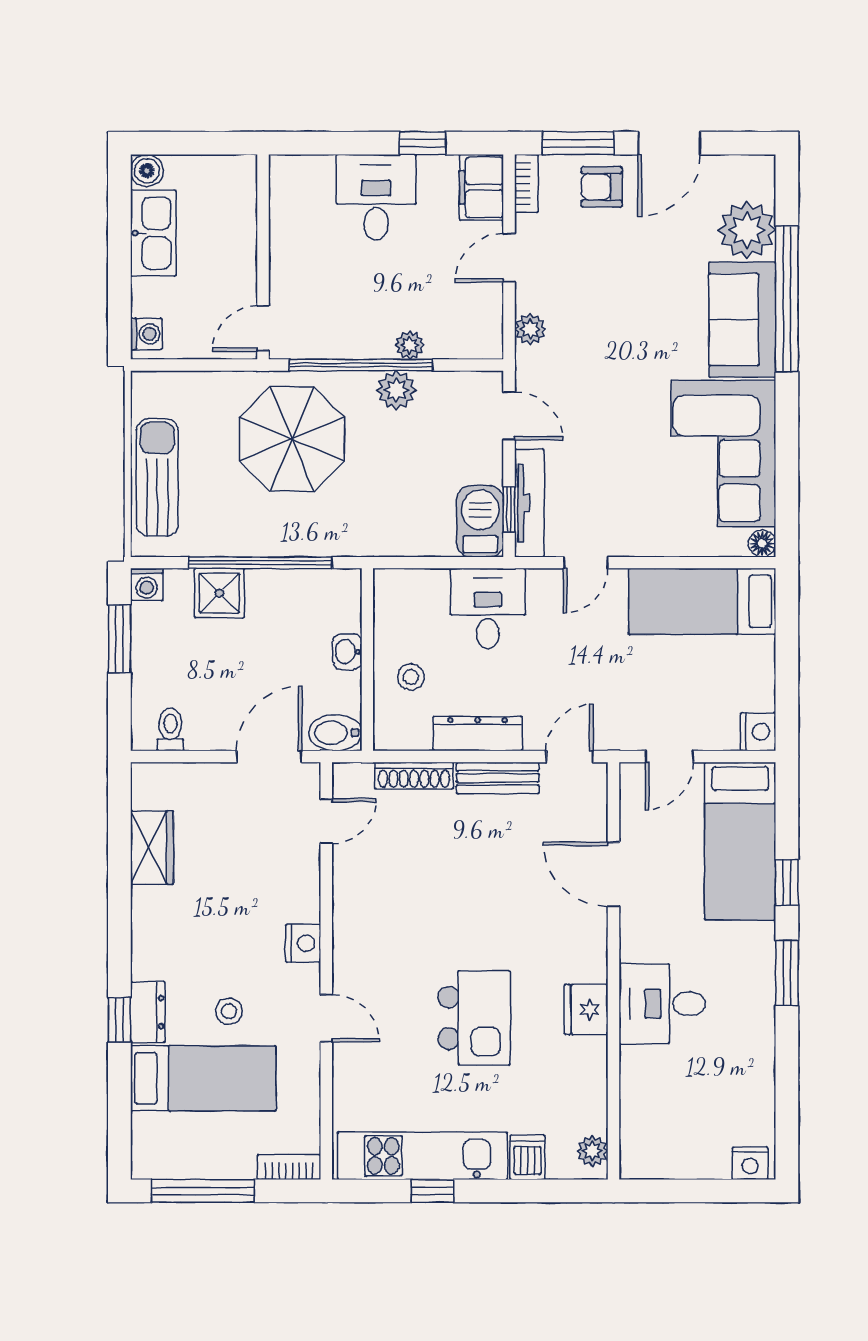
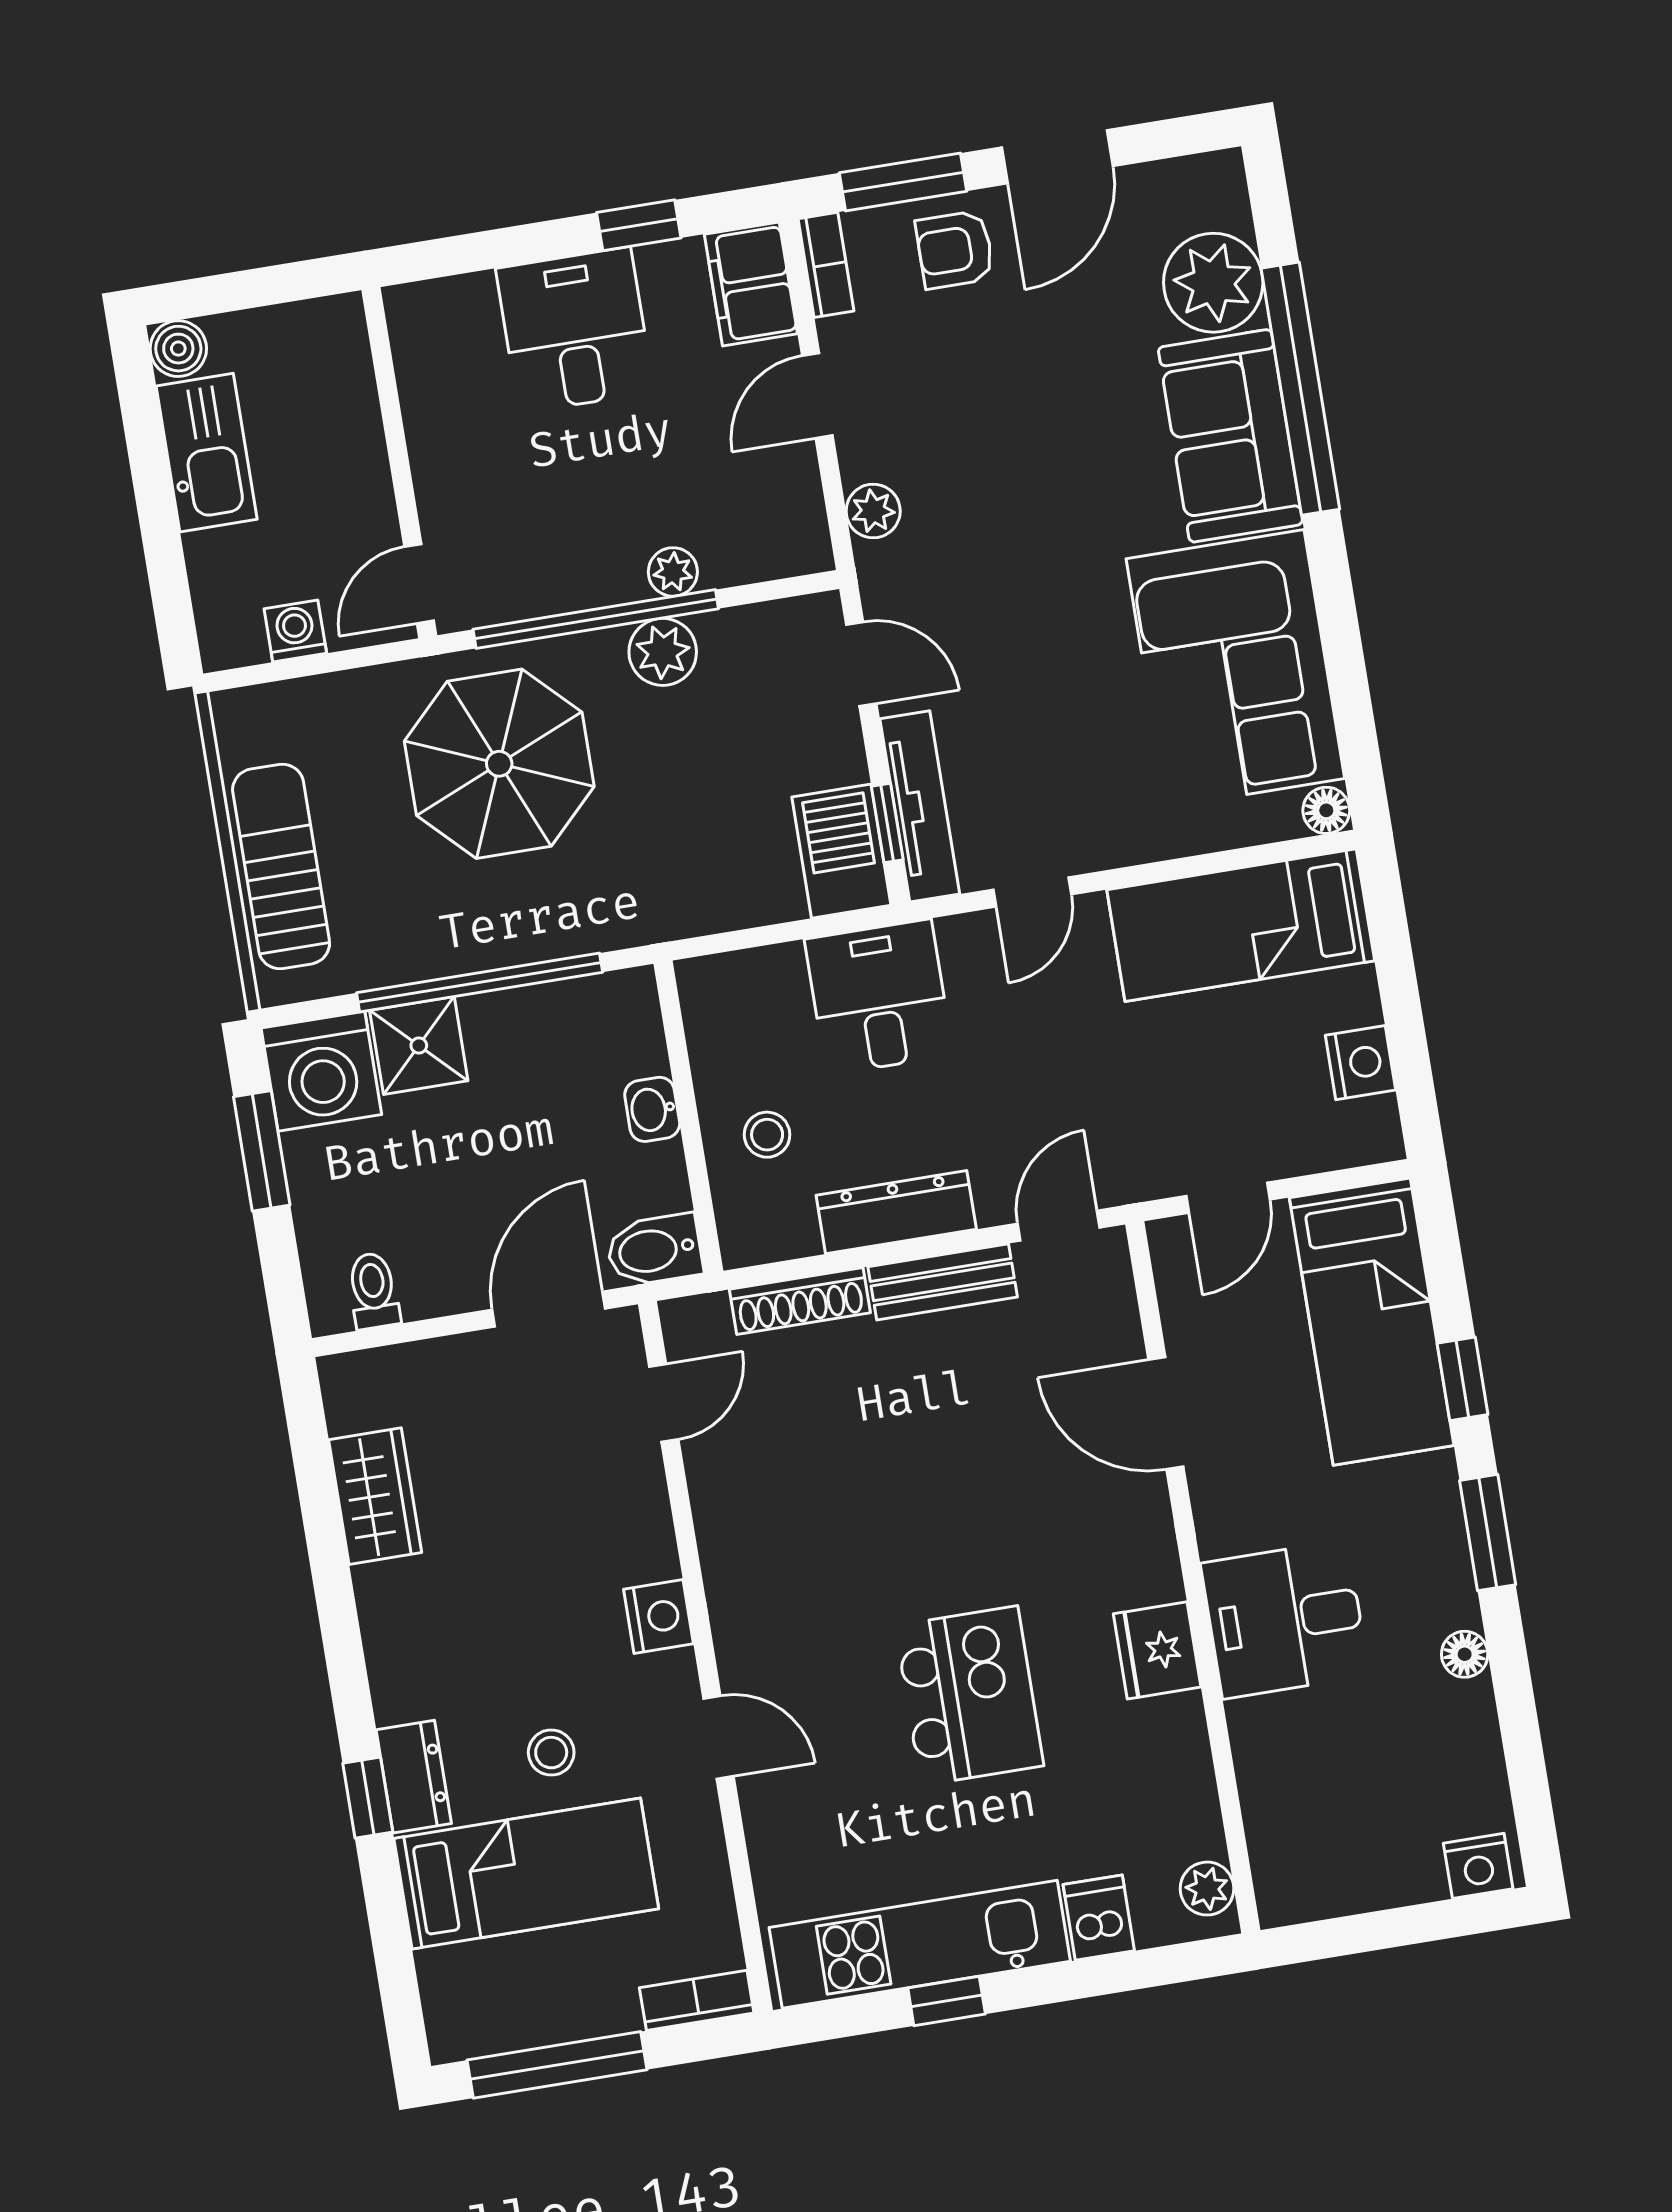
washing machine: (146, 334) -> (295, 631), moved, turned -90
washing machine: (147, 584) -> (321, 1071), width x1.89, depth x1.89
nightstand: (758, 732) -> (1361, 1063), moved
floor lamp: (762, 1041) -> (1465, 1654), added

